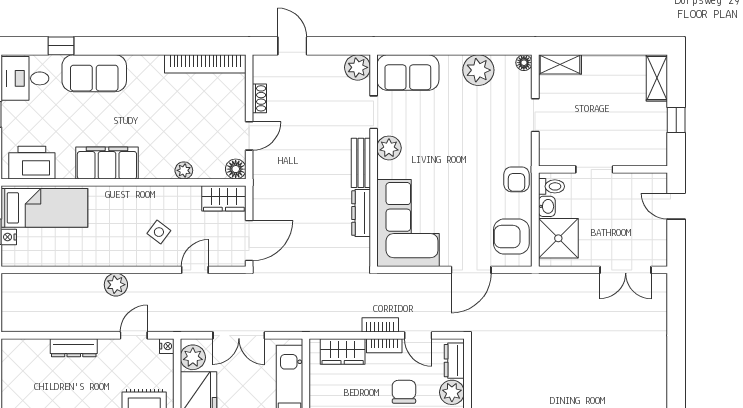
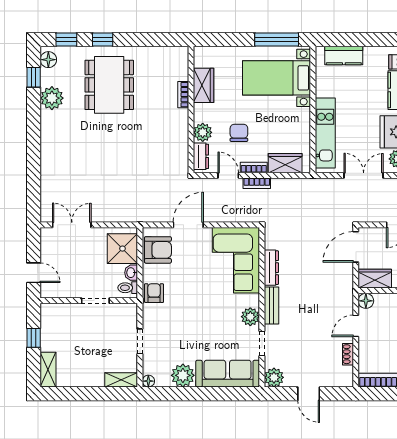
door: (292, 46) -> (309, 394), moved
sofa: (408, 73) -> (228, 374), width x1.36
chair: (404, 392) -> (239, 133), turned 180

